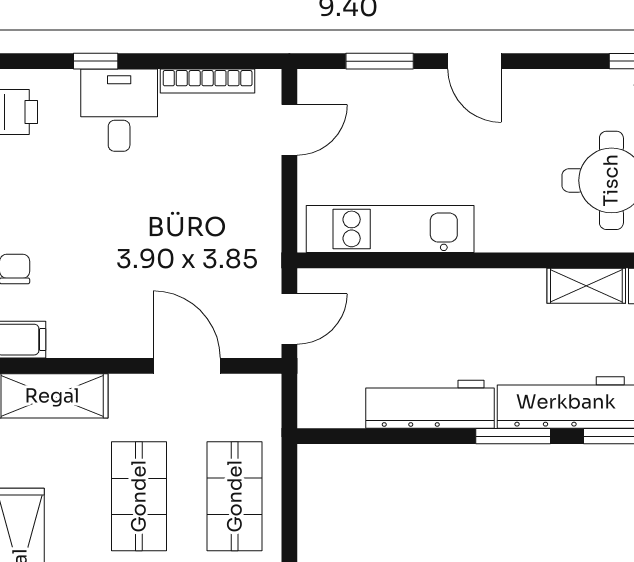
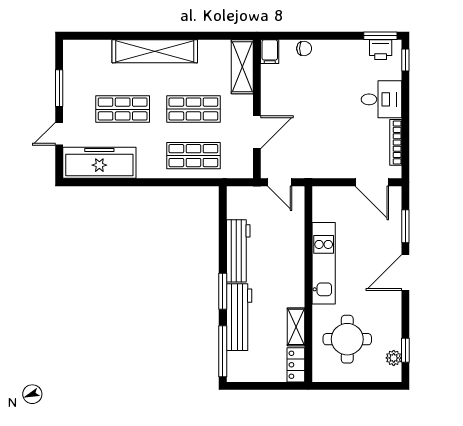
window: (96, 61) -> (405, 60), moved
door: (474, 61) -> (405, 272), width x1.38
door: (289, 130) -> (372, 182), width x1.38
kitchen unit: (390, 229) -> (324, 263), moved

